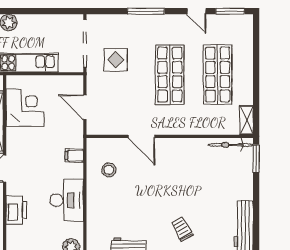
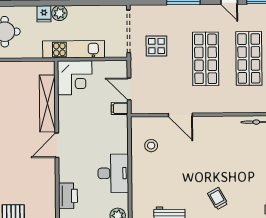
corner desk: (25, 108) -> (75, 78), moved, turned 90
filing cabinet: (74, 156) -> (120, 108), moved
printer: (16, 210) -> (68, 196), moved

